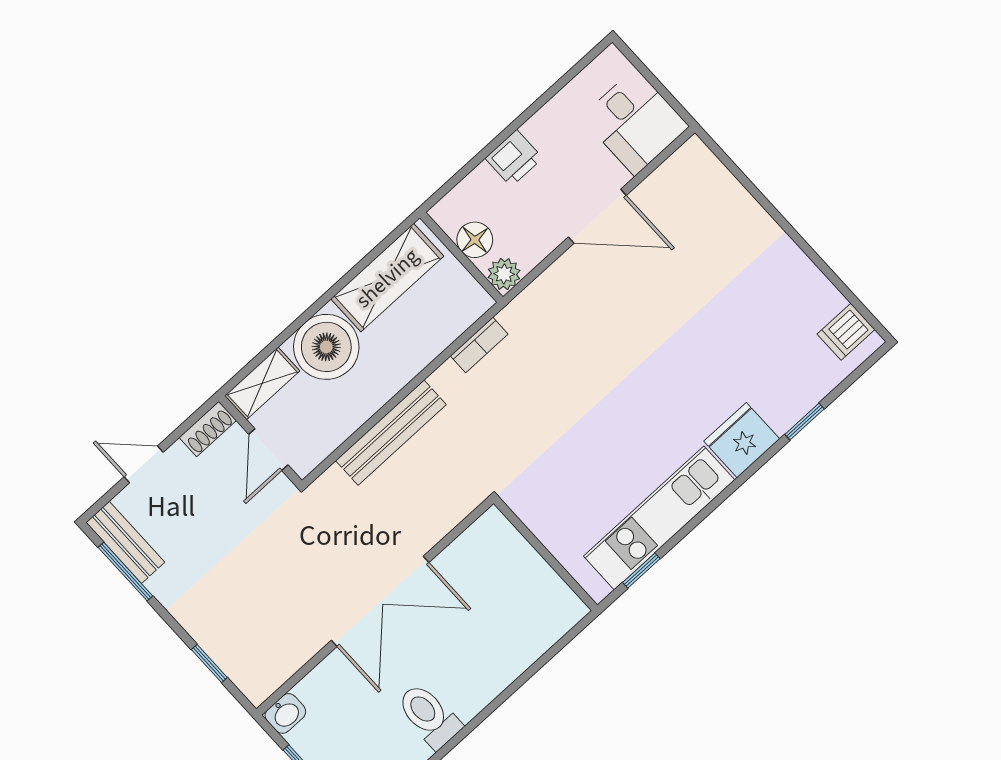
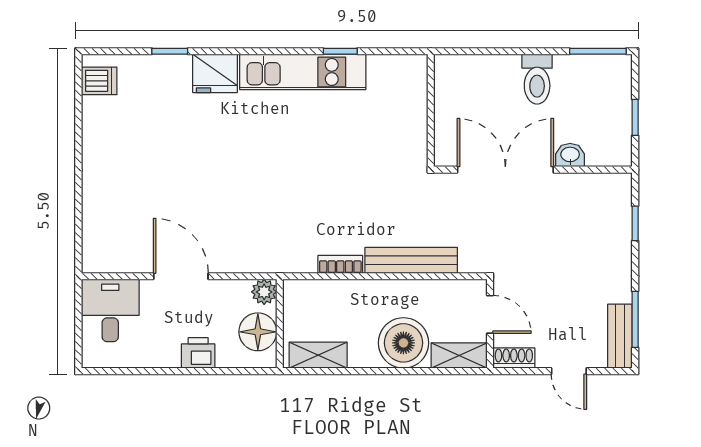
floor lamp: (475, 240) -> (258, 332), width x1.38, depth x1.38
shelving: (387, 278) -> (318, 355), width x0.67, depth x0.75
bookcase: (479, 345) -> (340, 264), moved
door: (268, 450) -> (490, 314), hinge flipped
wall: (546, 554) -> (431, 110), moved
washbasin: (285, 713) -> (570, 155), moved

